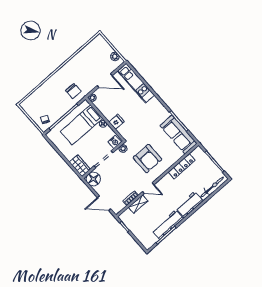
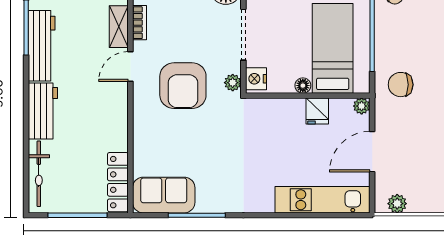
fridge: (117, 122) -> (317, 111), moved
sofa: (179, 135) -> (164, 195), width x0.73
armchair: (147, 159) -> (183, 86), moved, turned -90
locker: (182, 166) -> (118, 182), moved

